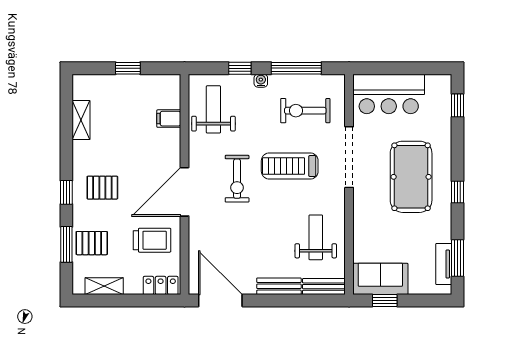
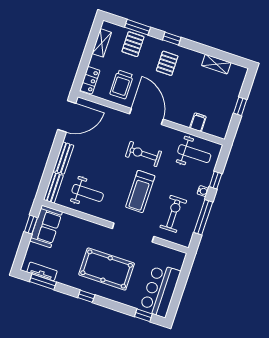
bar counter: (389, 94) -> (160, 290), moved
treadmill: (290, 166) -> (140, 191), turned 180

